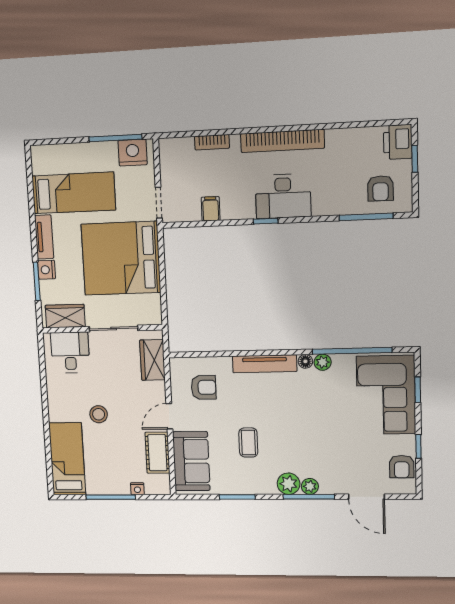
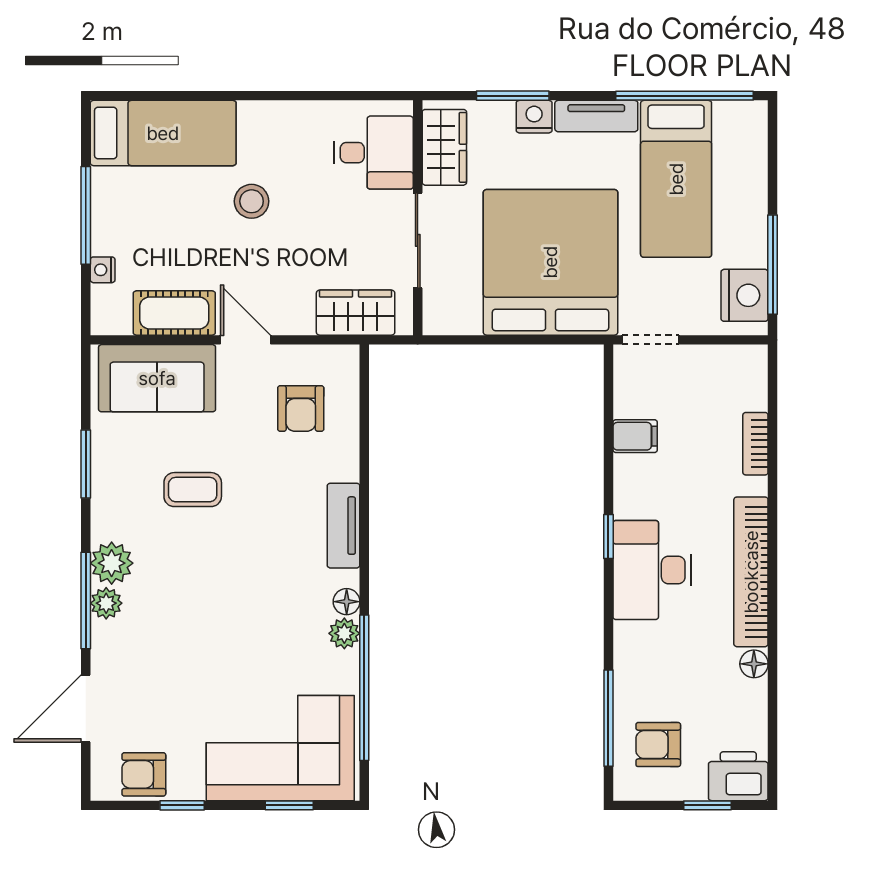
floor lamp: (334, 136) -> (754, 664), added
window: (31, 190) -> (684, 96), added
tv unit: (265, 364) -> (344, 526), width x0.71

